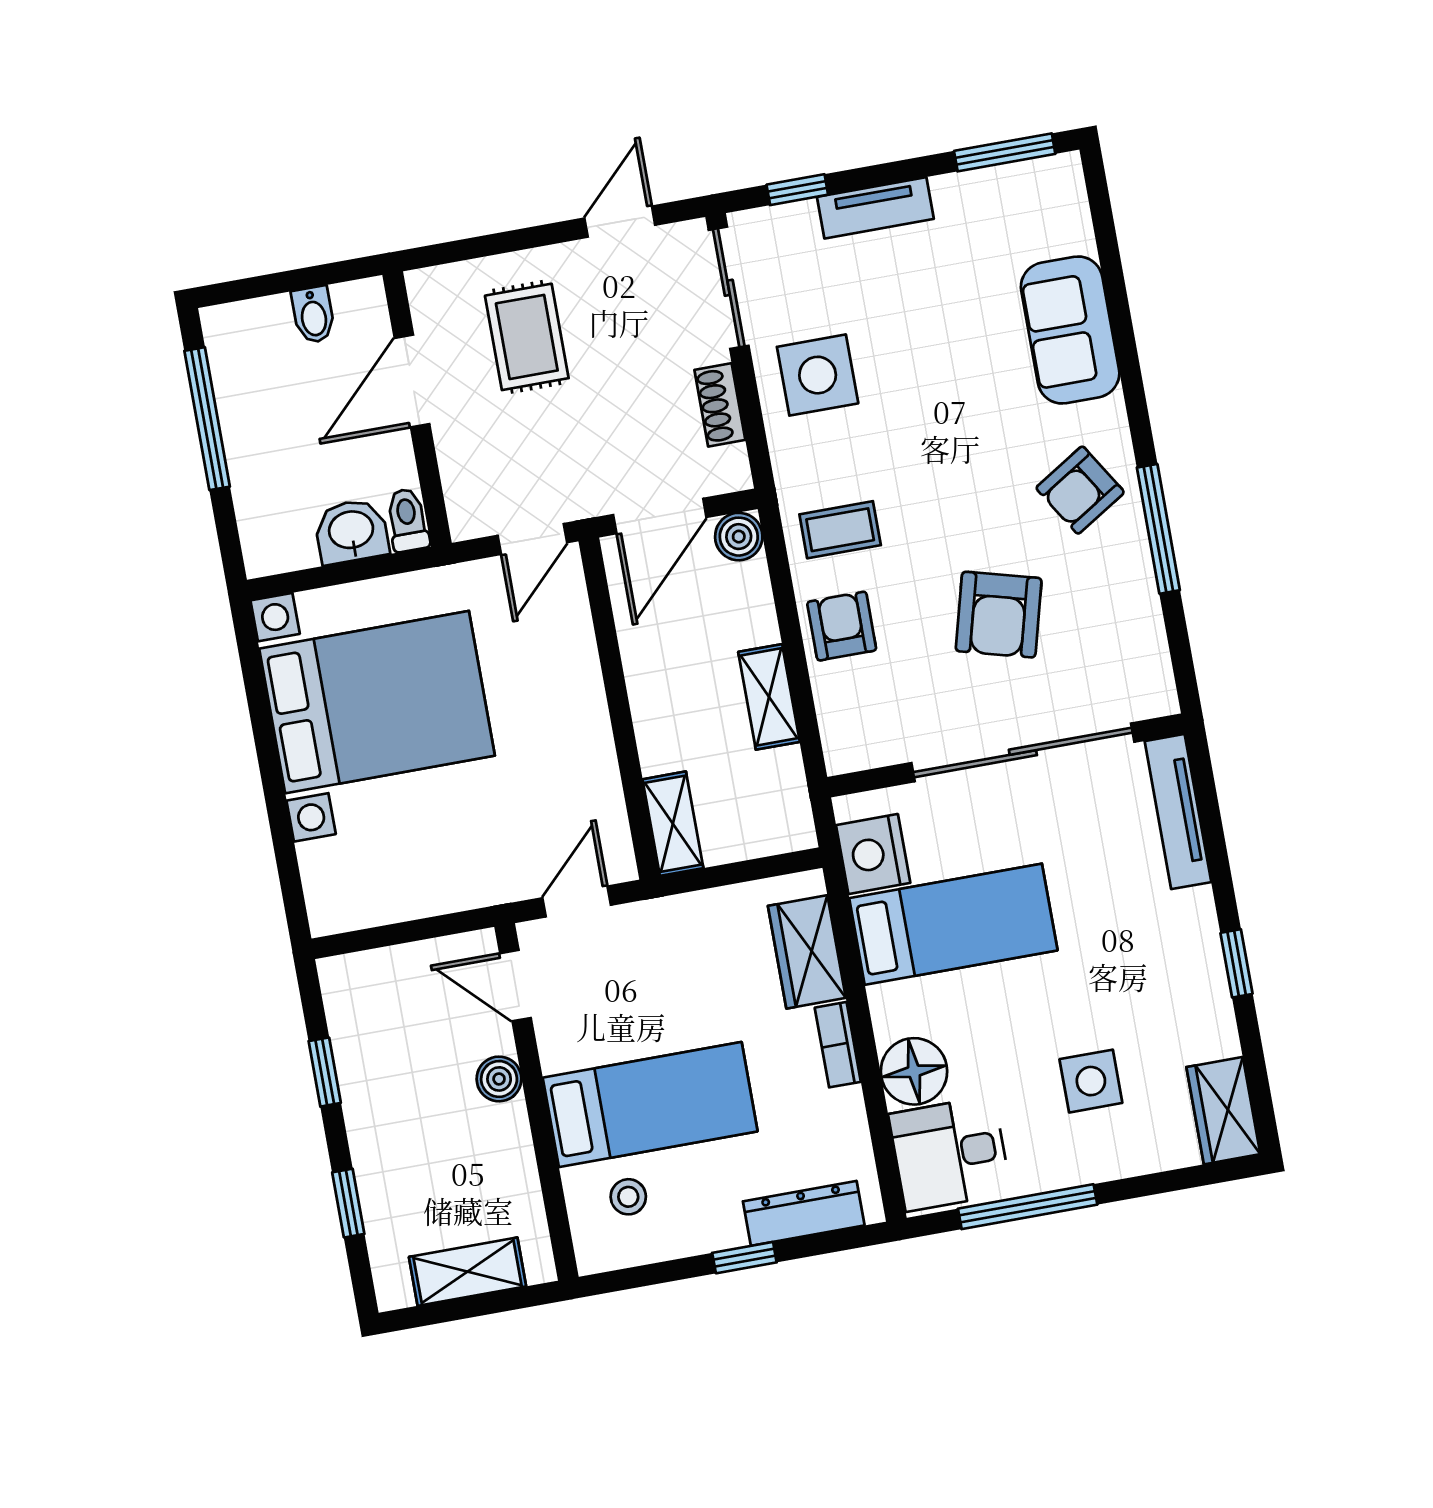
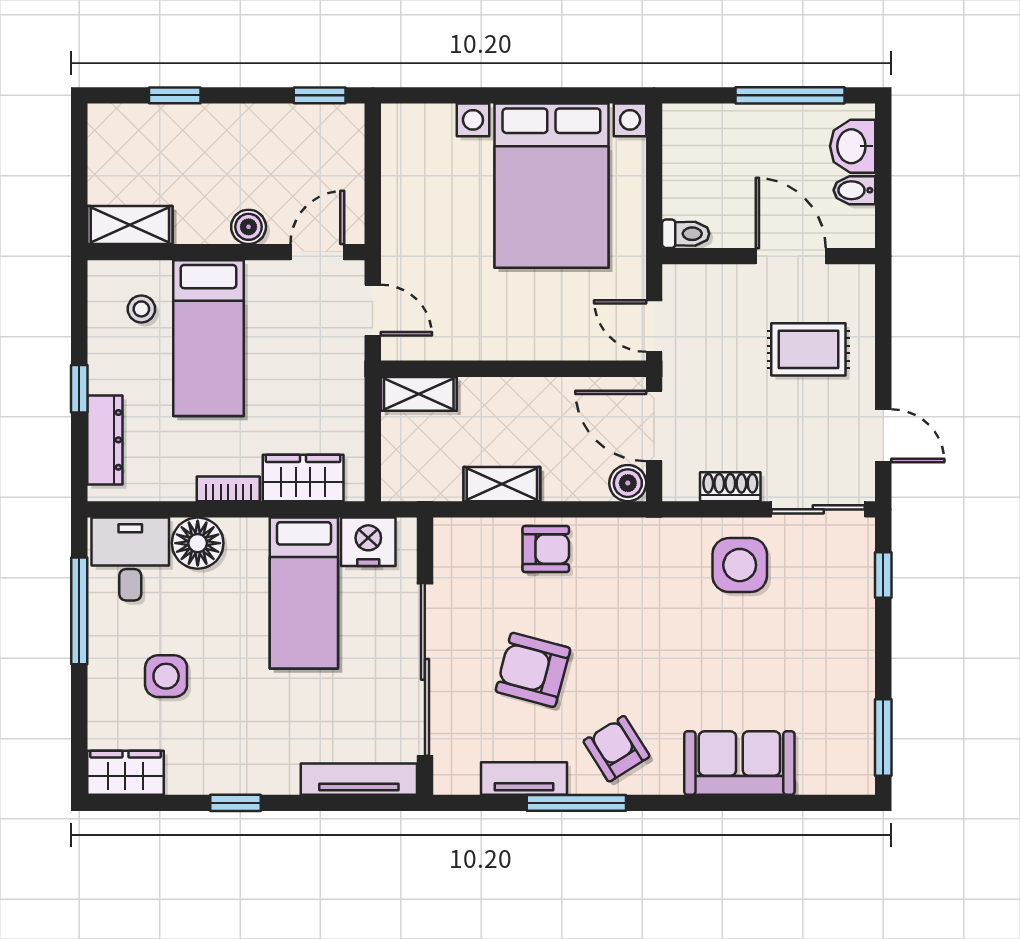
tv unit: (875, 208) -> (524, 778), moved, turned 90
coffee table: (840, 530) -> (619, 561), removed
washbasin: (351, 531) -> (853, 146), moved, turned 180
window: (325, 1072) -> (320, 95), moved
shelving: (468, 1272) -> (130, 225), moved, turned 90

